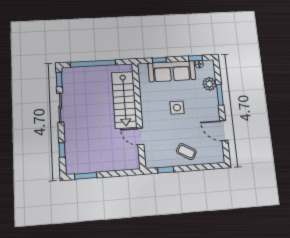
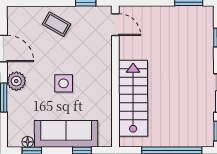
plant: (209, 84) -> (16, 81), moved
door: (140, 136) -> (115, 25), moved

